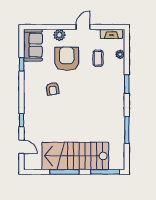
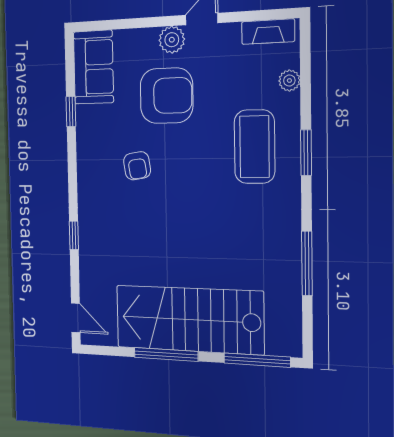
plant: (59, 35) -> (172, 40), moved
coffee table: (98, 58) -> (254, 147), moved, width x1.86, depth x1.72
armchair: (67, 59) -> (166, 96), turned 90
door: (22, 147) -> (76, 318), moved

